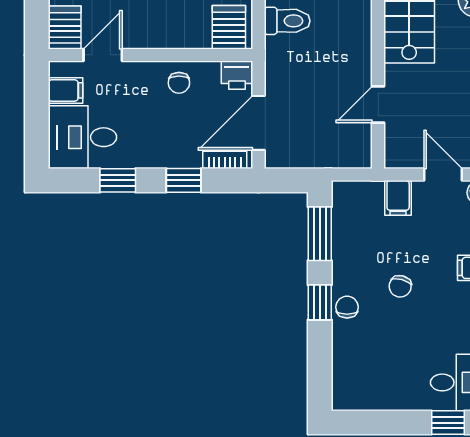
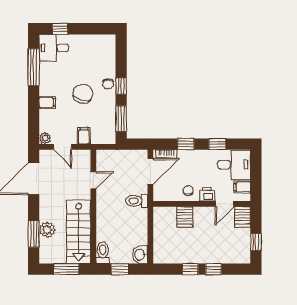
toilet: (287, 21) -> (137, 201), moved
server rack: (229, 27) -> (185, 217), moved
printer: (237, 75) -> (207, 194), moved
chair: (400, 286) -> (83, 94), width x1.87, depth x1.87

